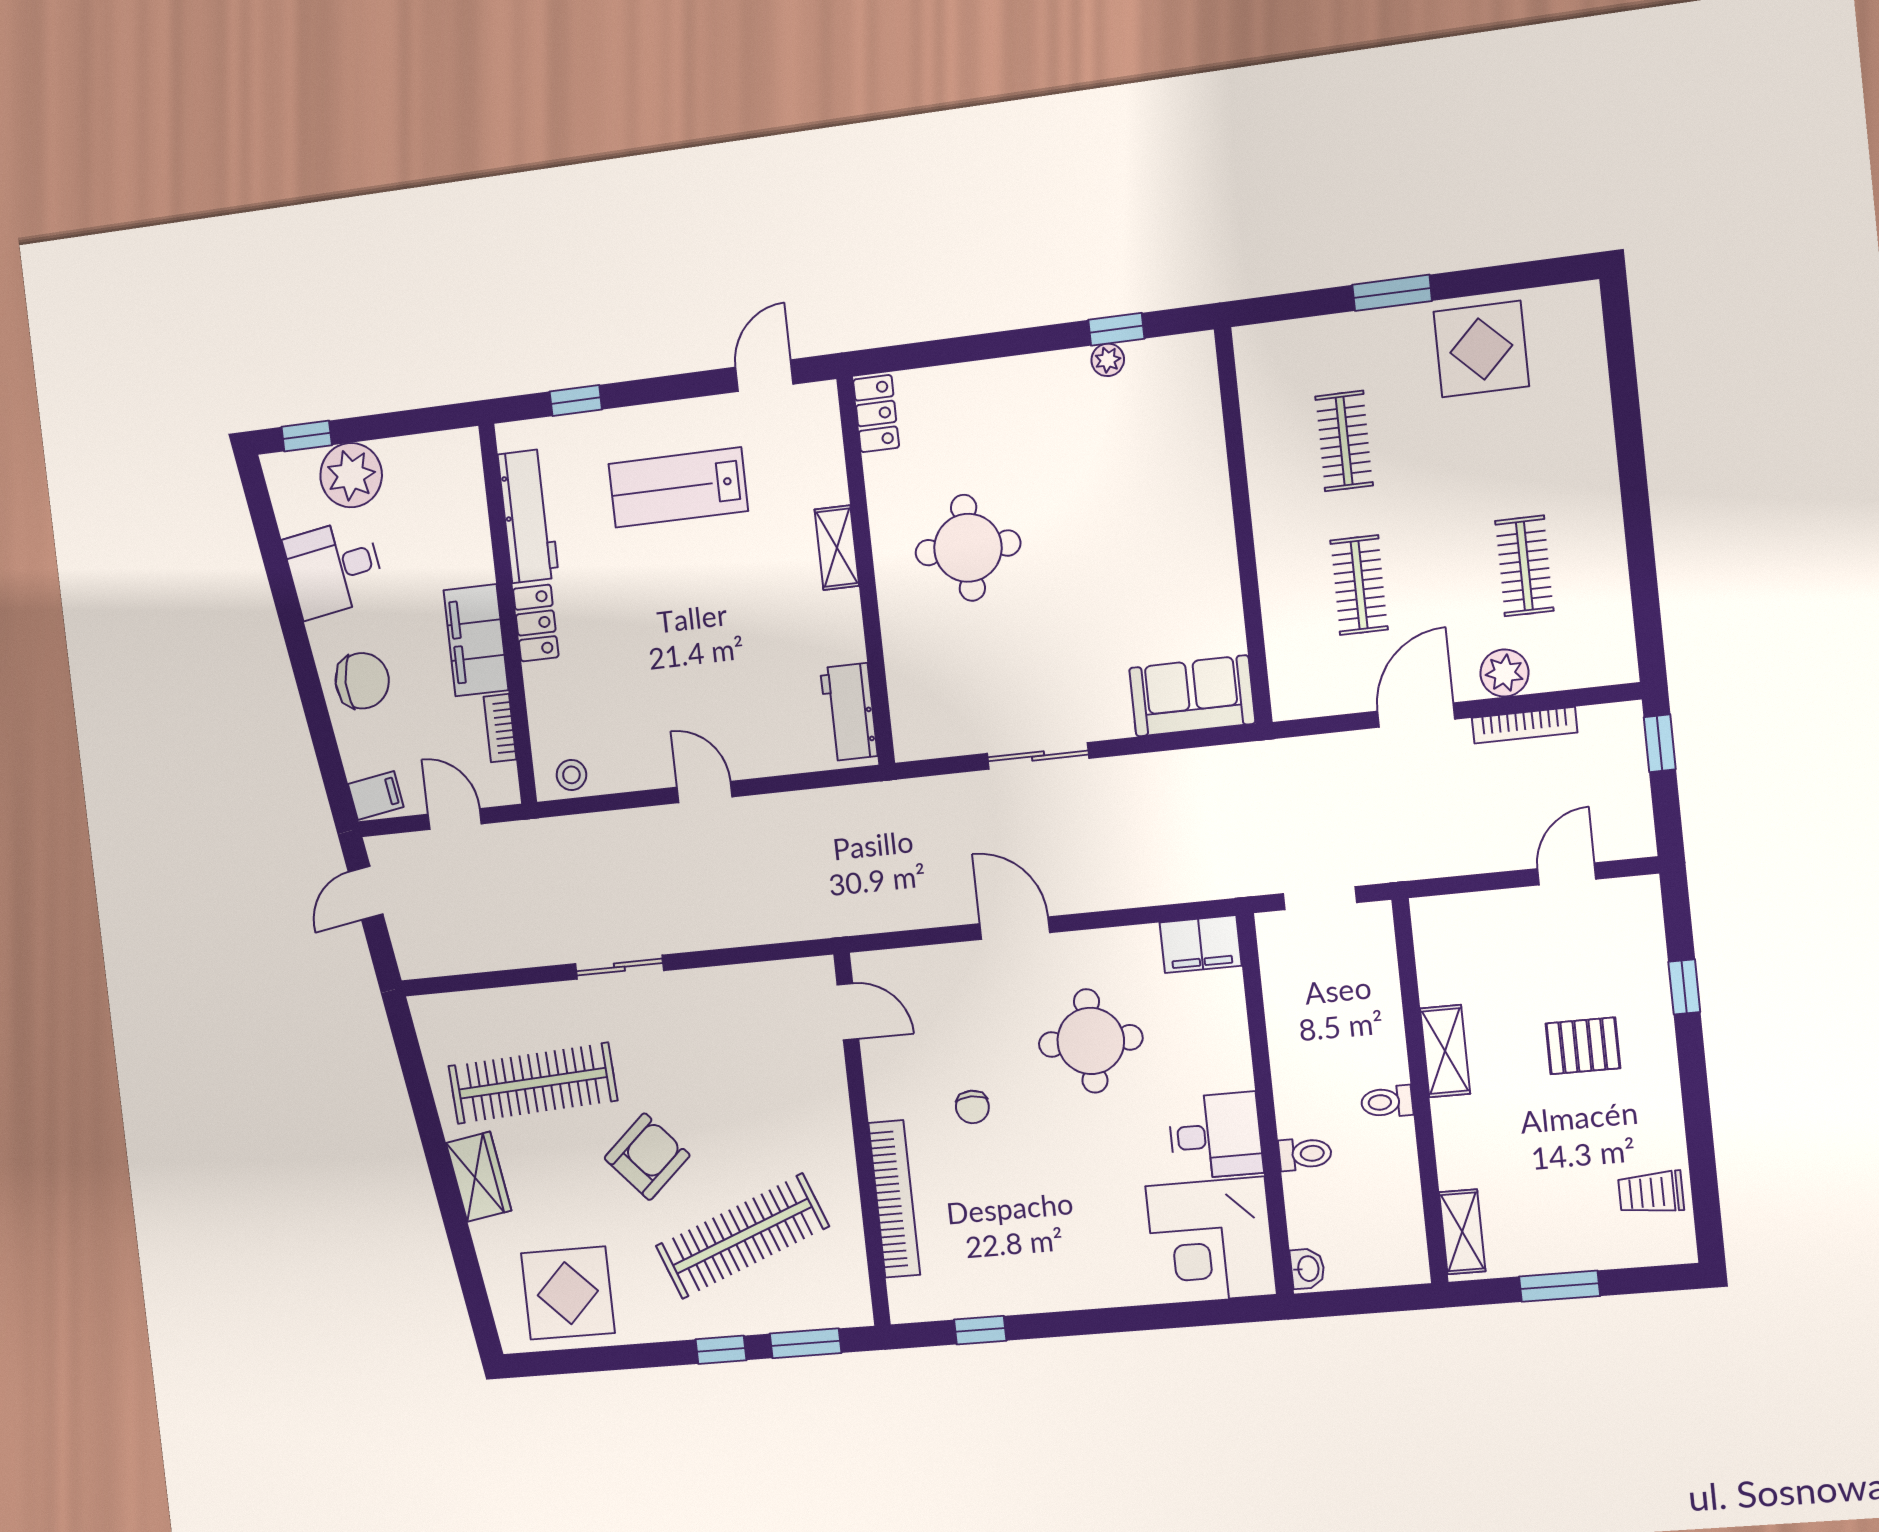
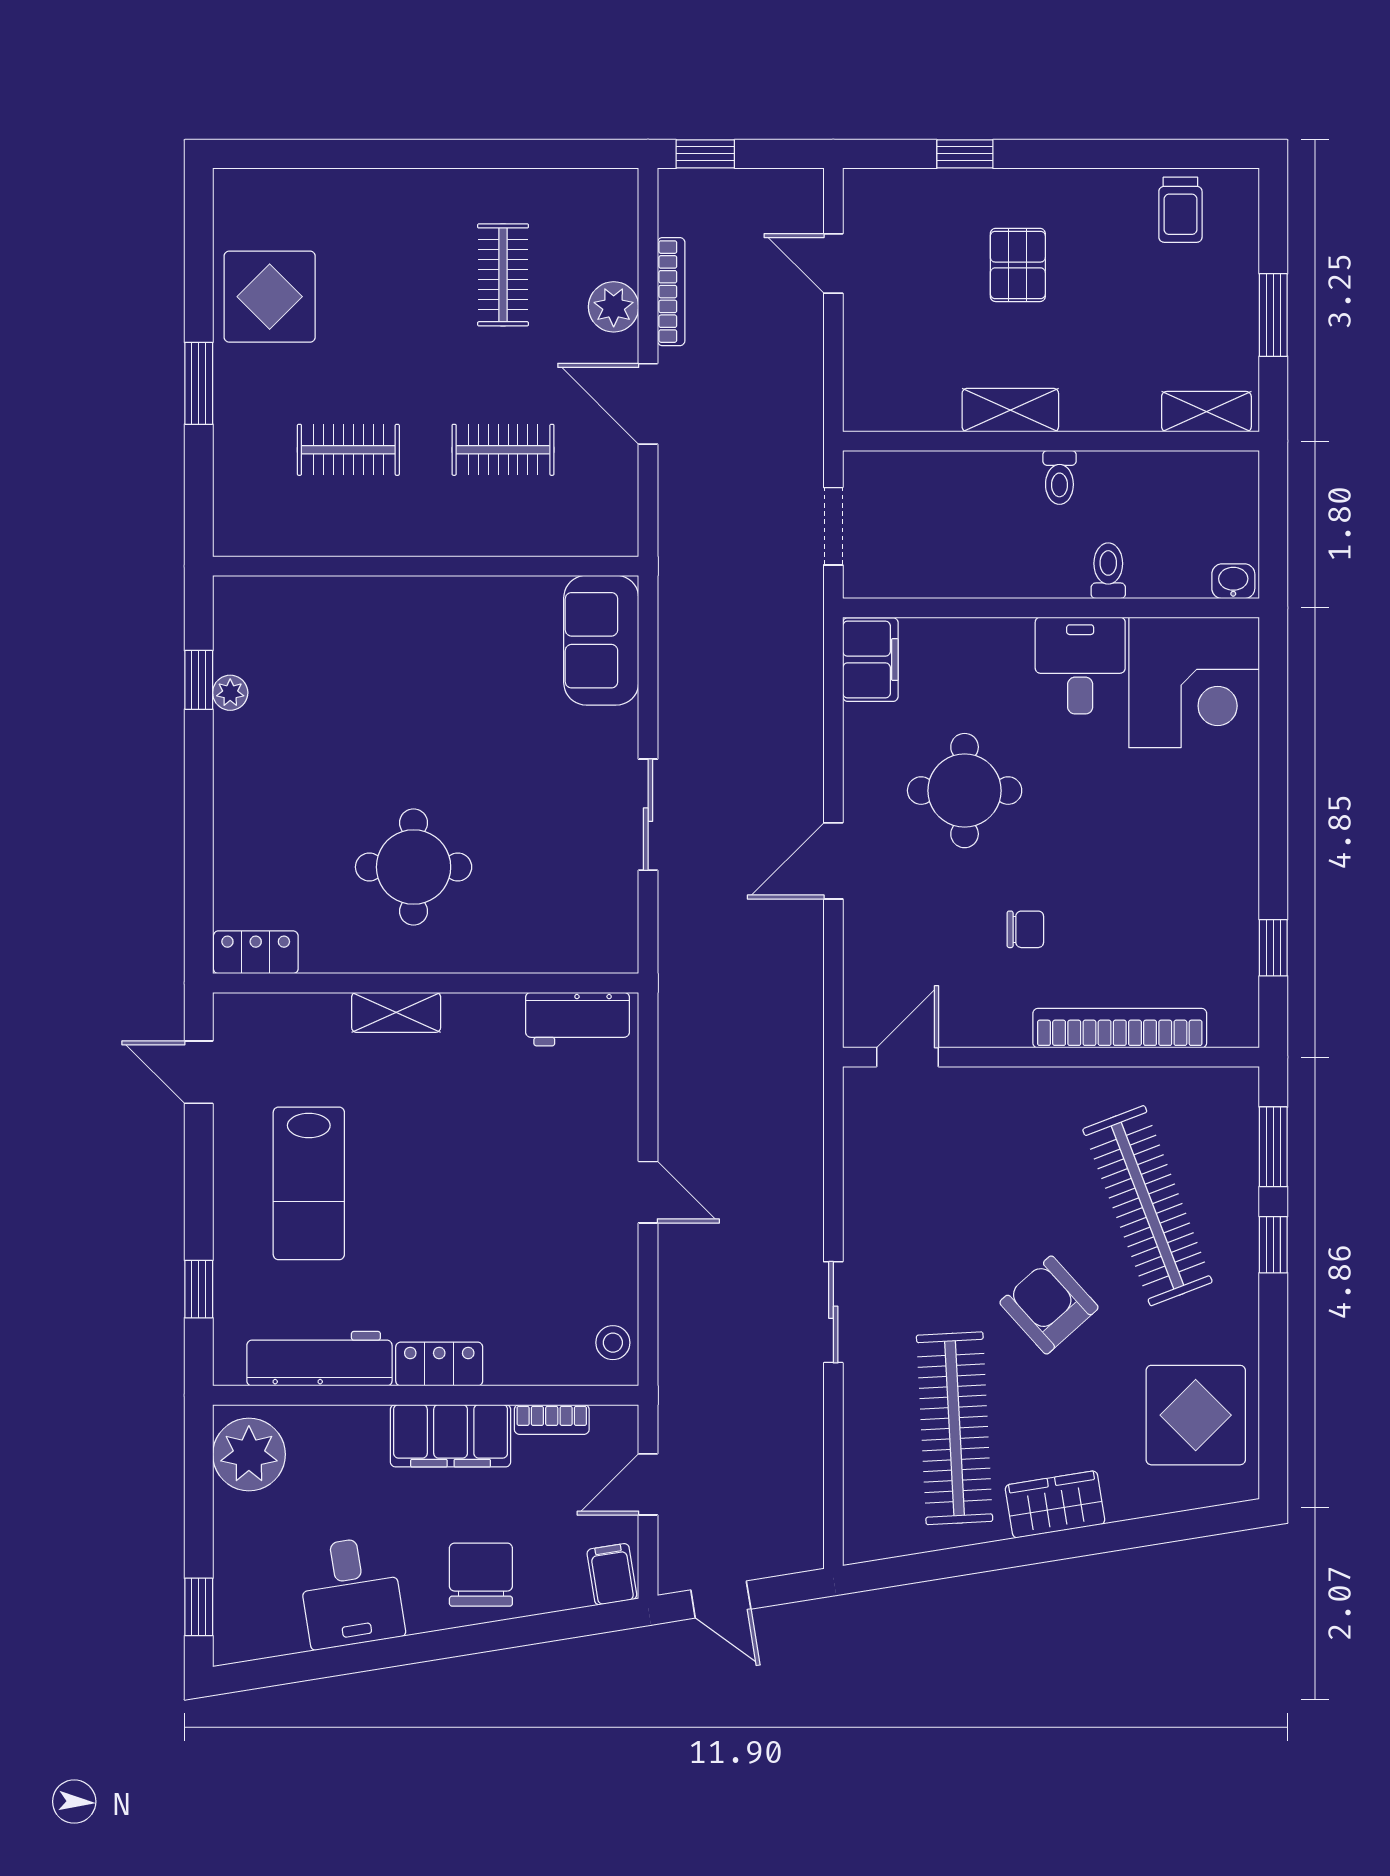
plant: (351, 475) -> (249, 1454), moved
clothes rail: (1524, 566) -> (503, 275), turned 90
door: (705, 792) -> (648, 1192), swing flipped

